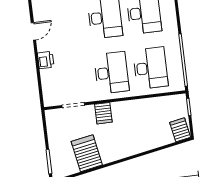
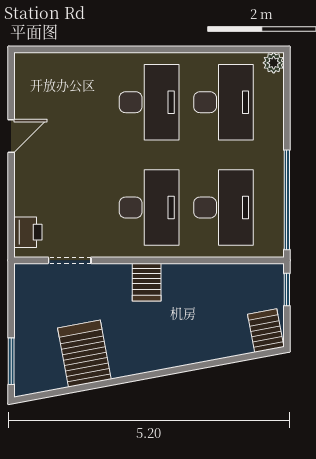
door: (33, 31) -> (11, 136), moved
printer: (46, 60) -> (28, 232), moved
server rack: (103, 113) -> (147, 282), moved

